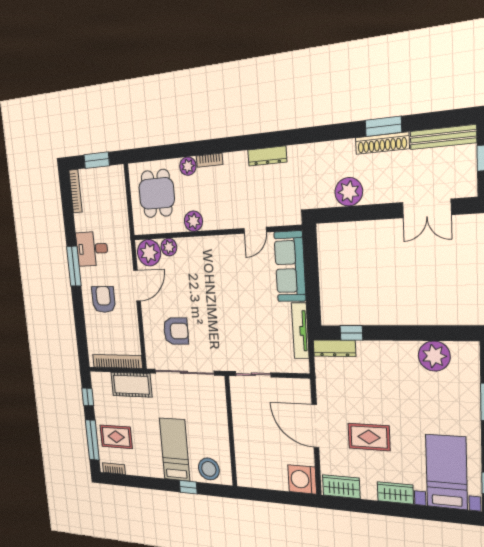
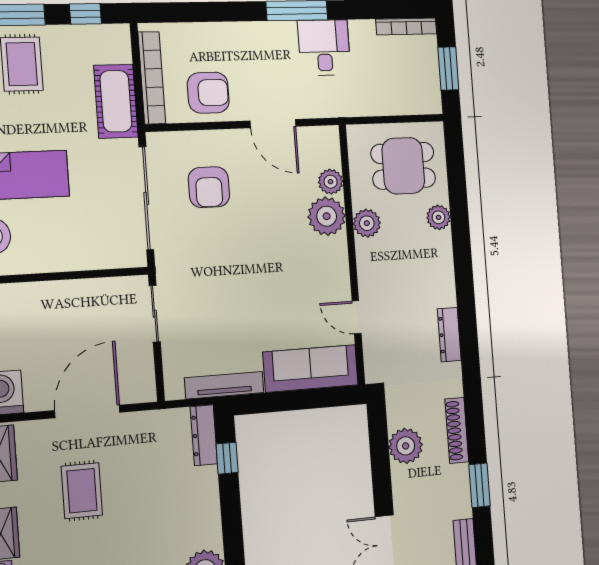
shoe rack: (382, 143) -> (457, 430), moved
bookcase: (210, 160) -> (446, 251), removed
plant: (149, 253) -> (327, 216), moved
armchair: (104, 299) -> (208, 93), moved

